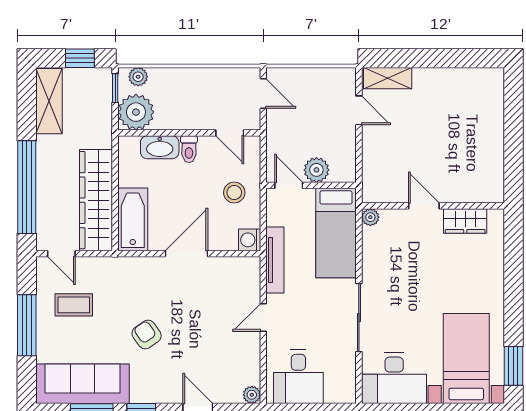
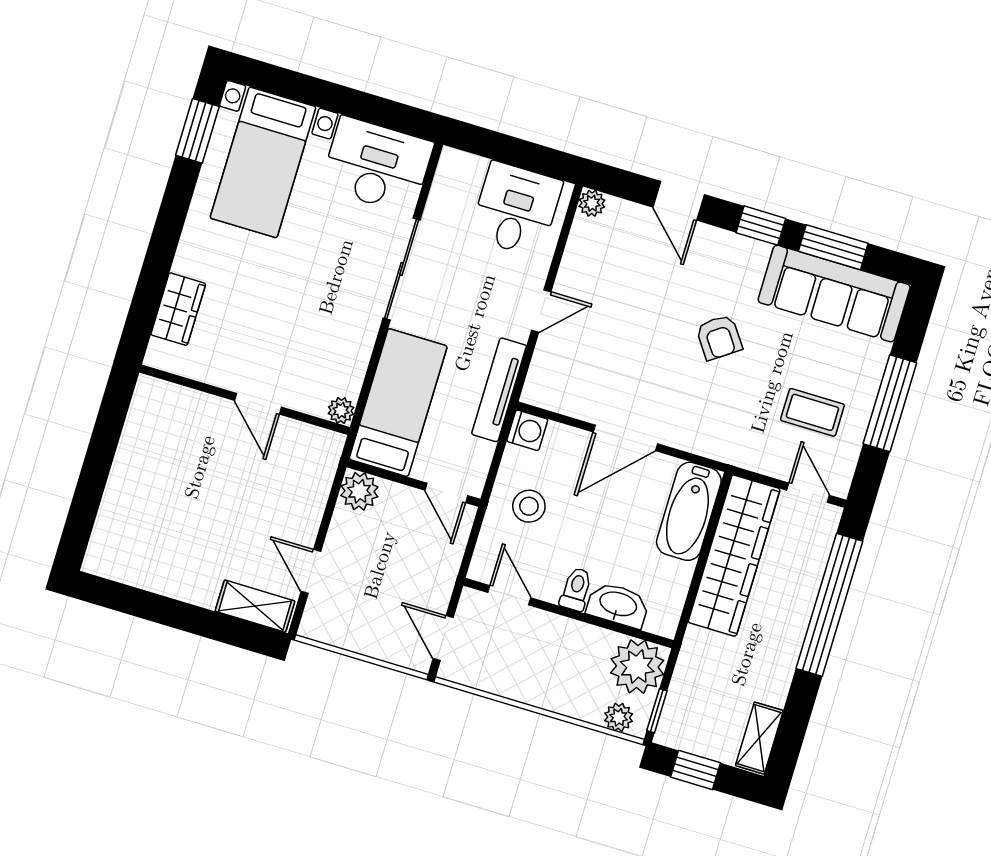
shelving: (49, 101) -> (759, 738), width x0.67, depth x0.75
plant: (316, 170) -> (359, 491), moved
wardrobe: (465, 221) -> (178, 309), moved, turned 90

